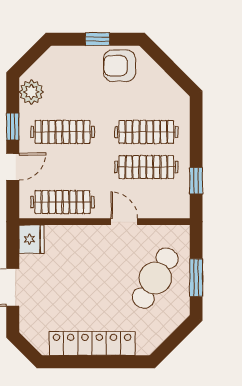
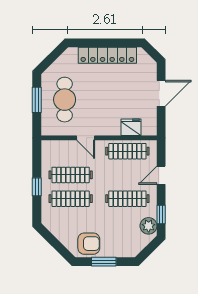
window: (97, 39) -> (104, 262), width x1.50
window: (13, 127) -> (161, 214), moved
window: (196, 181) -> (37, 187), moved
fridge: (31, 239) -> (131, 127), moved, turned 90
cafe table: (155, 278) -> (65, 100), turned -31

